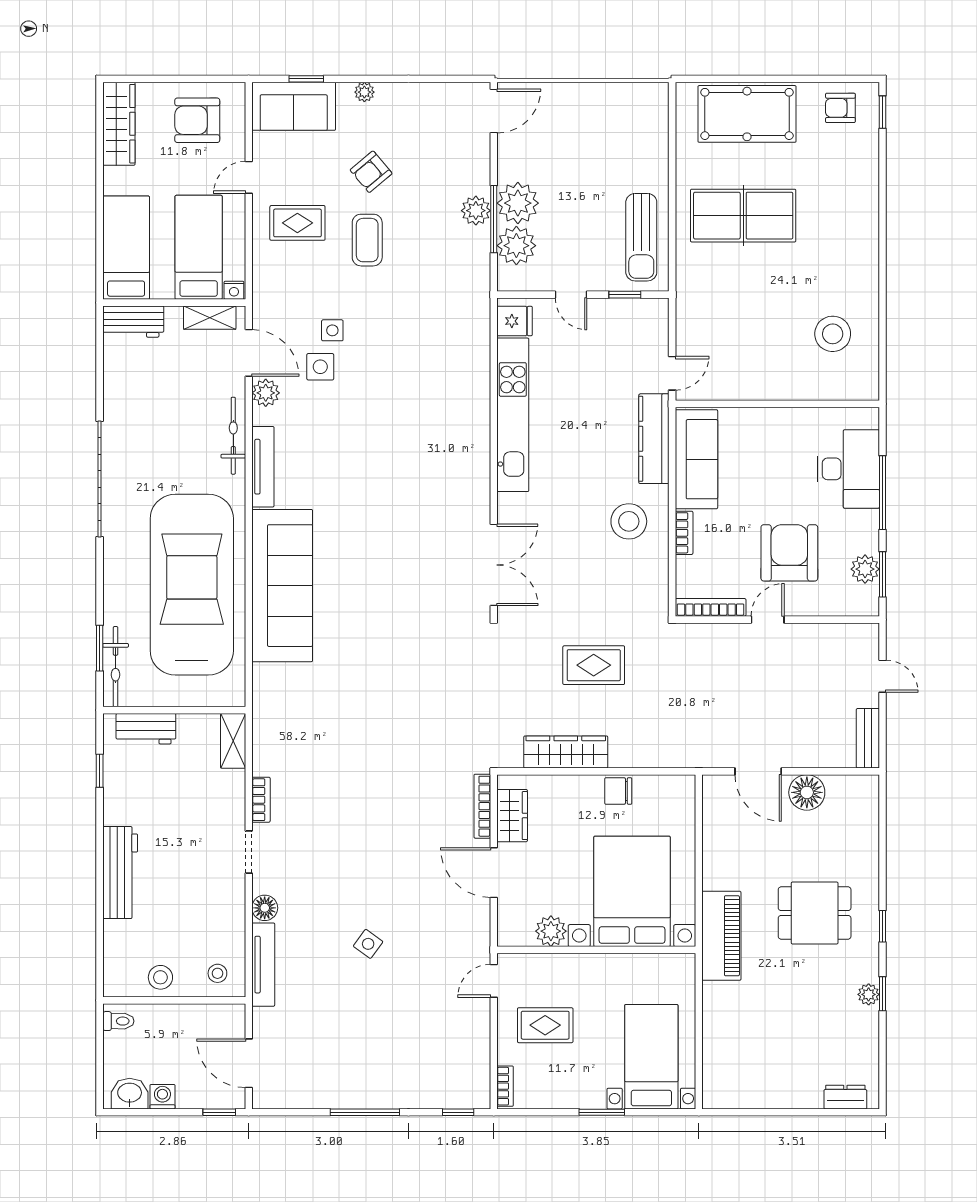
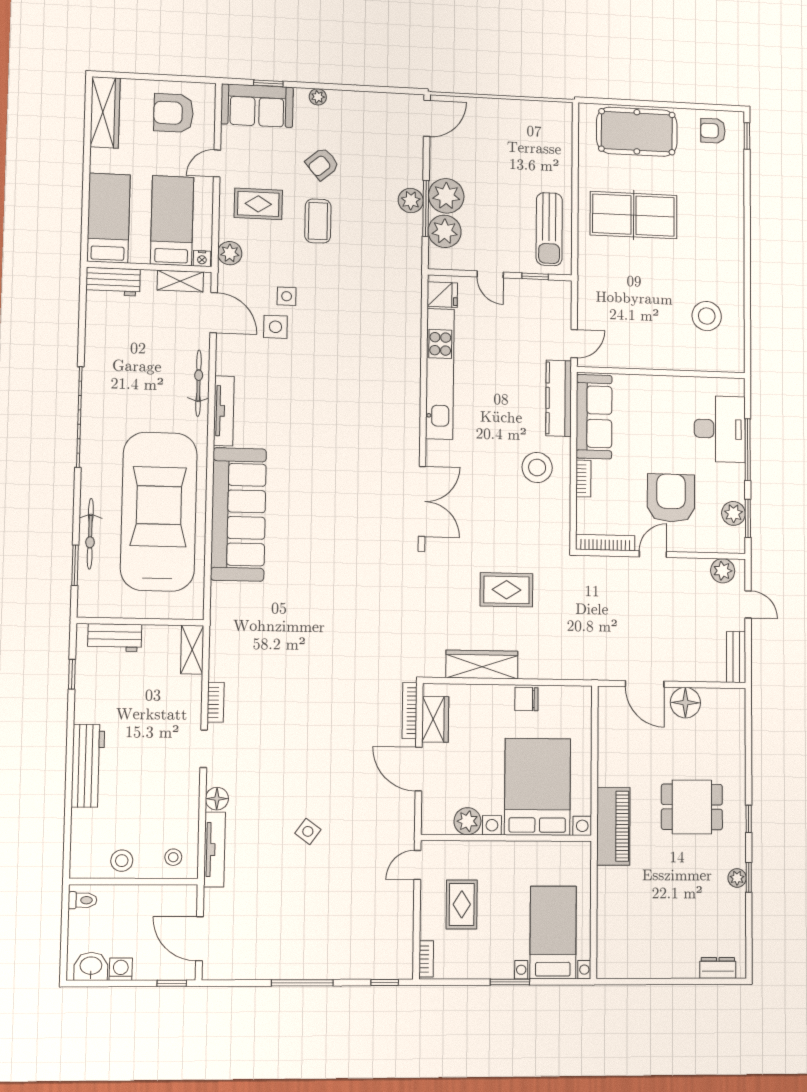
plant: (266, 393) -> (230, 253), moved
plant: (852, 637) -> (723, 571), added
bicycle: (116, 667) -> (90, 534), moved
rug: (545, 1025) -> (462, 904), turned 90

